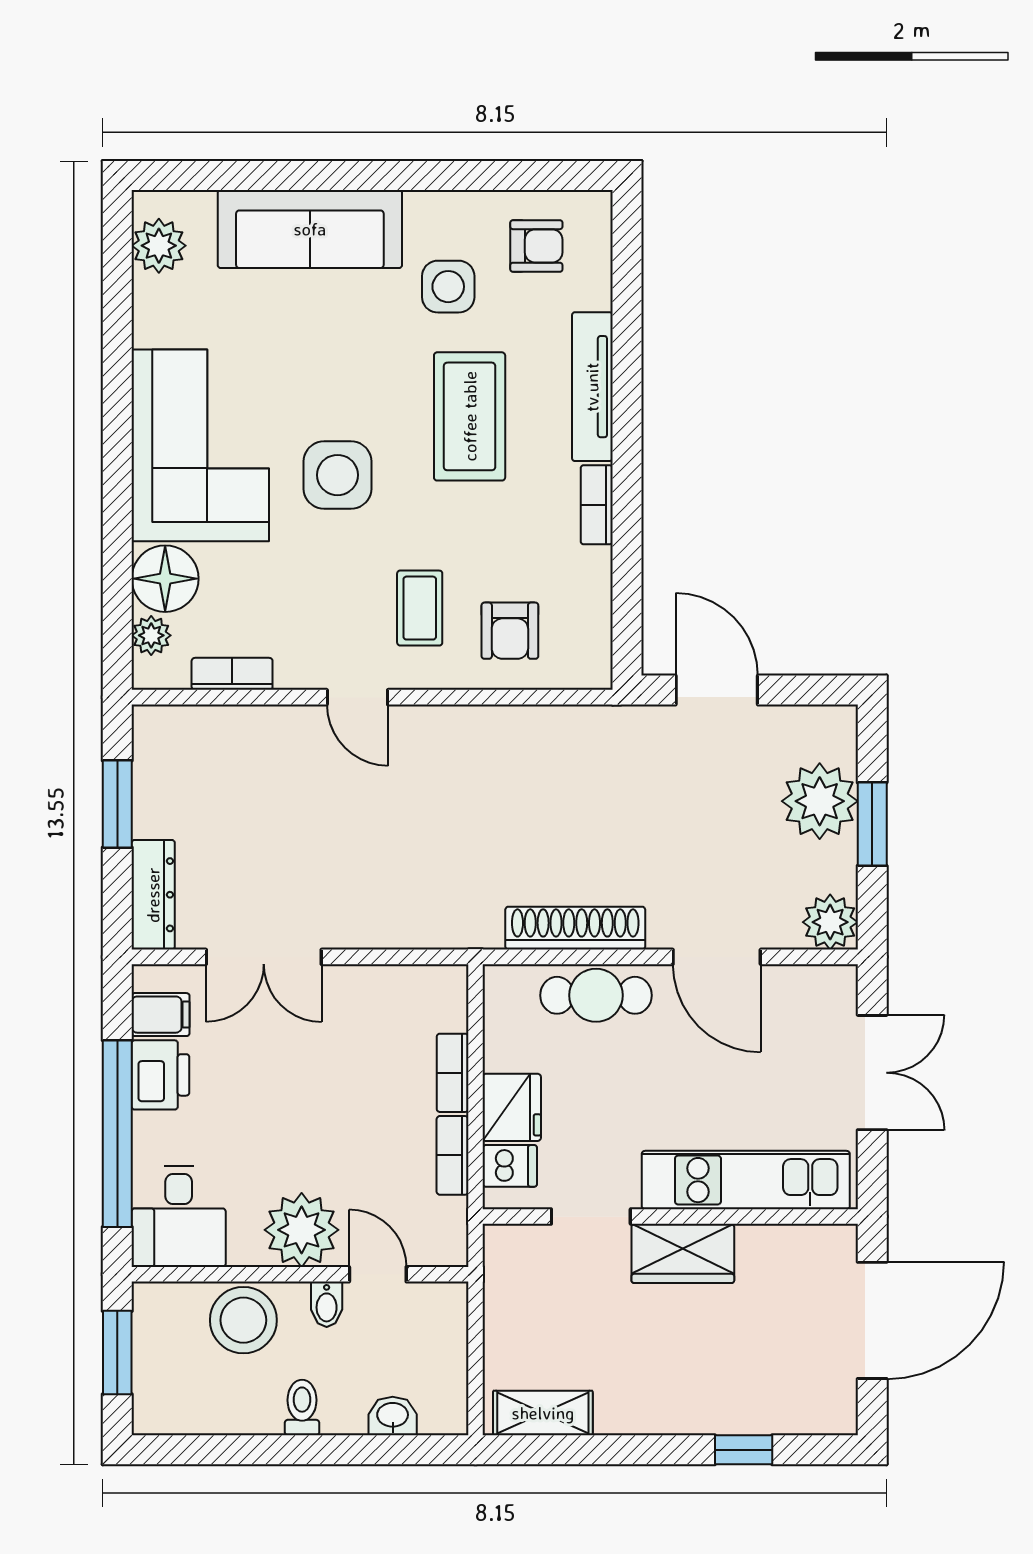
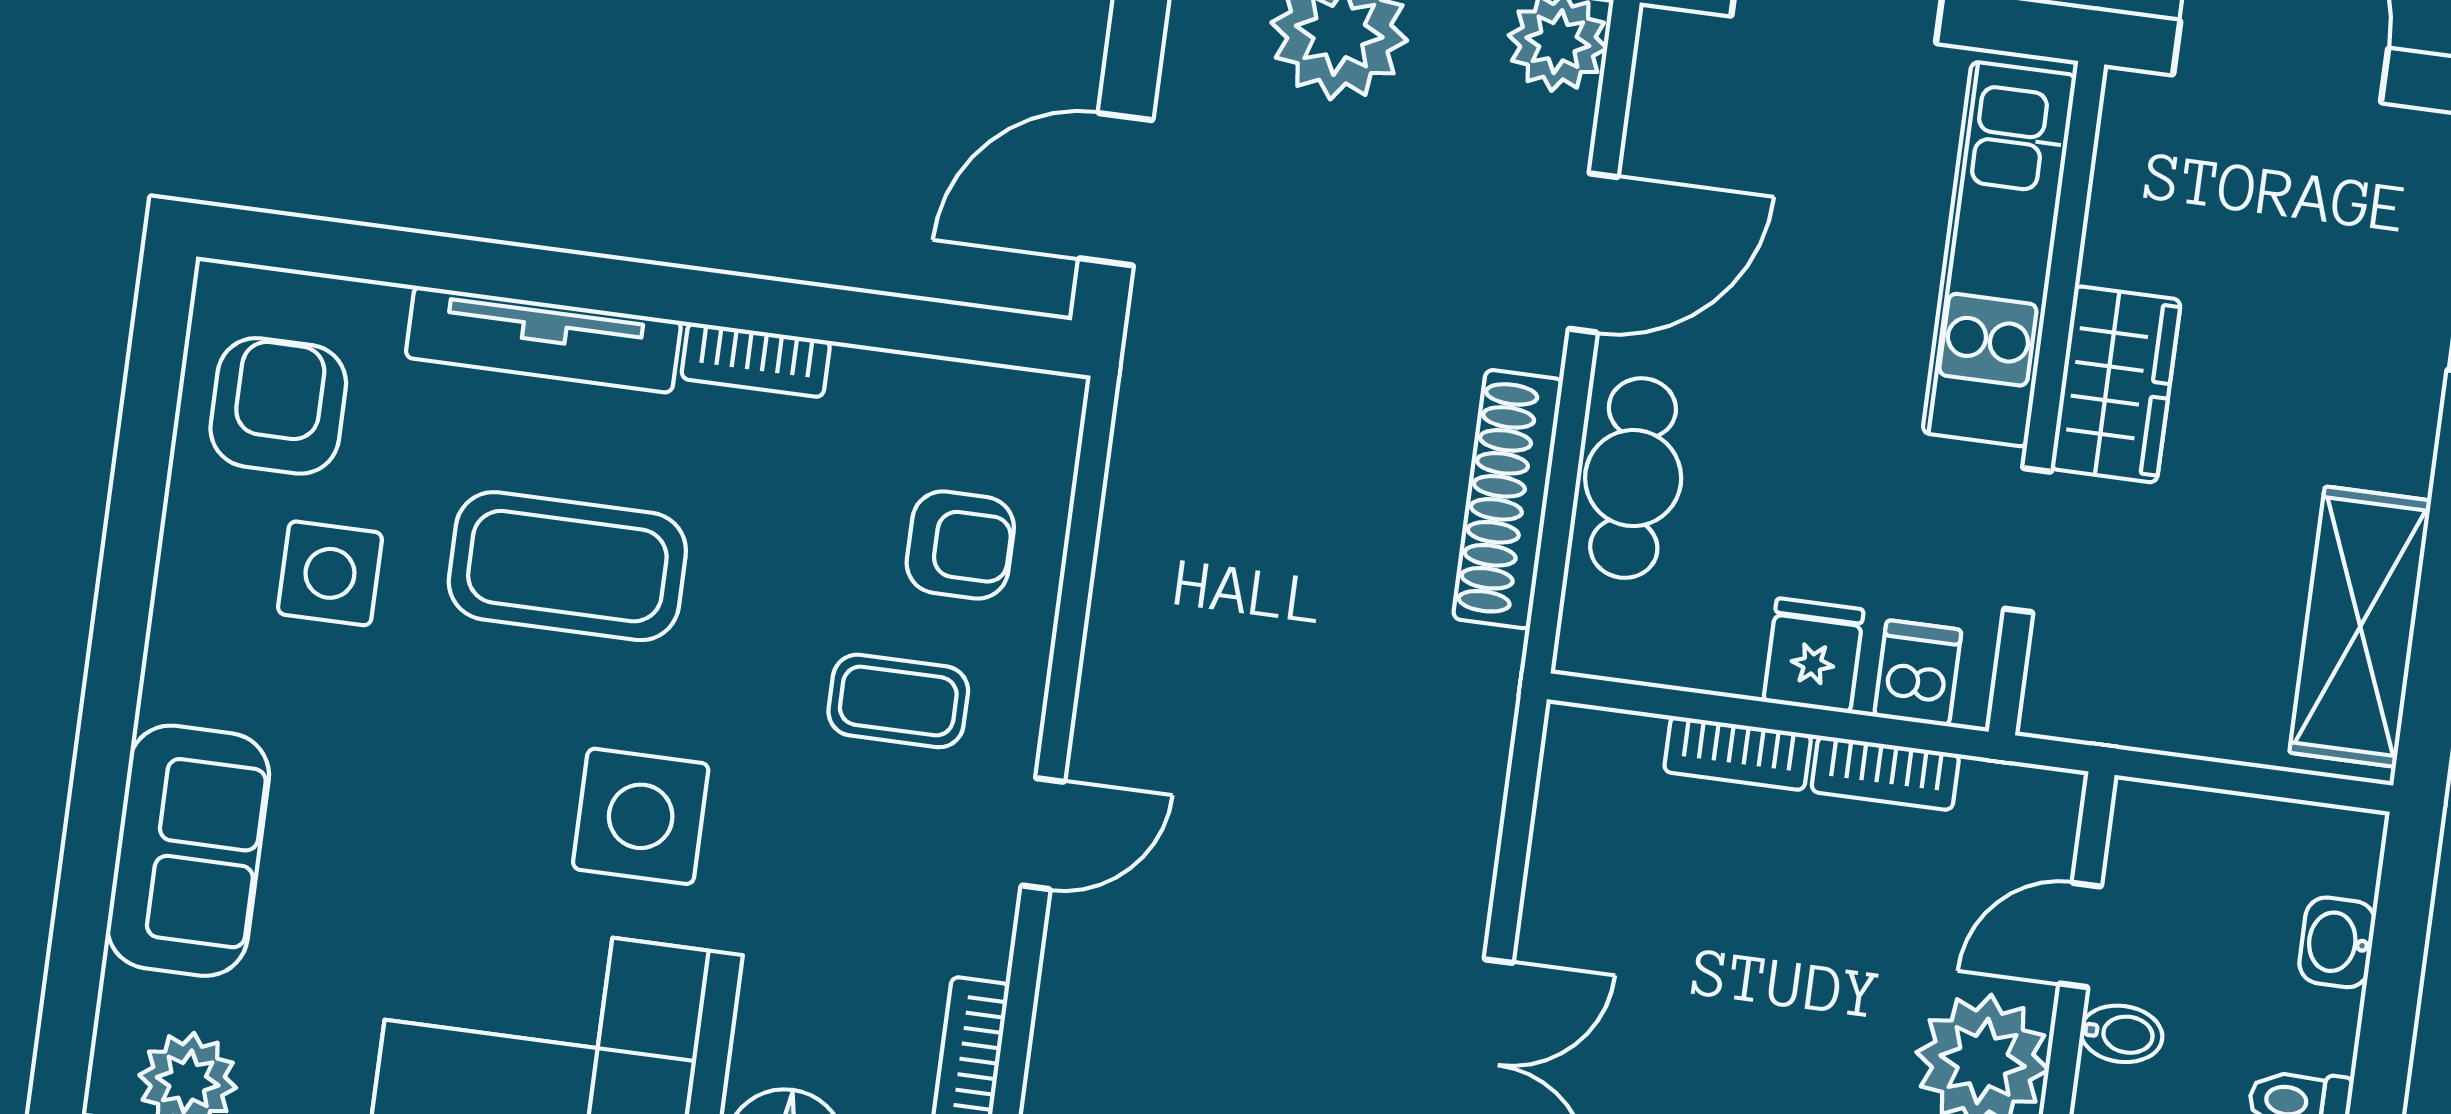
sofa: (310, 229) -> (188, 851), width x0.73
armchair: (536, 246) -> (278, 406), width x1.38, depth x1.38
fridge: (512, 1107) -> (1813, 656), width x0.72
shelving: (543, 1413) -> (2360, 627), width x1.50, depth x1.33

